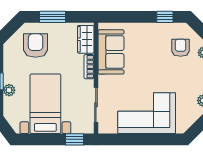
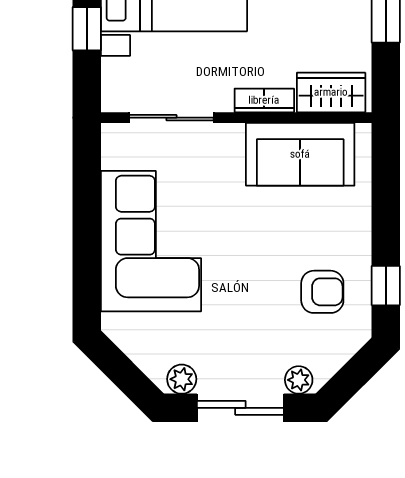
armchair: (181, 48) -> (322, 292), moved
window: (74, 139) -> (87, 29), moved

